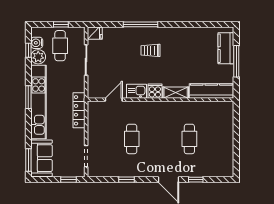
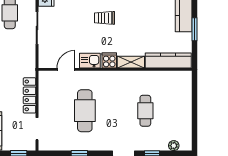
window: (236, 61) -> (194, 29), width x0.69
locker: (79, 110) -> (30, 95), moved
cafe table: (132, 139) -> (85, 111), width x1.37, depth x1.35
plant: (217, 172) -> (174, 146), added

